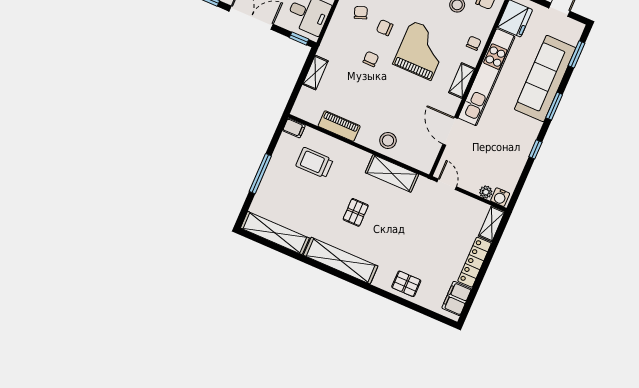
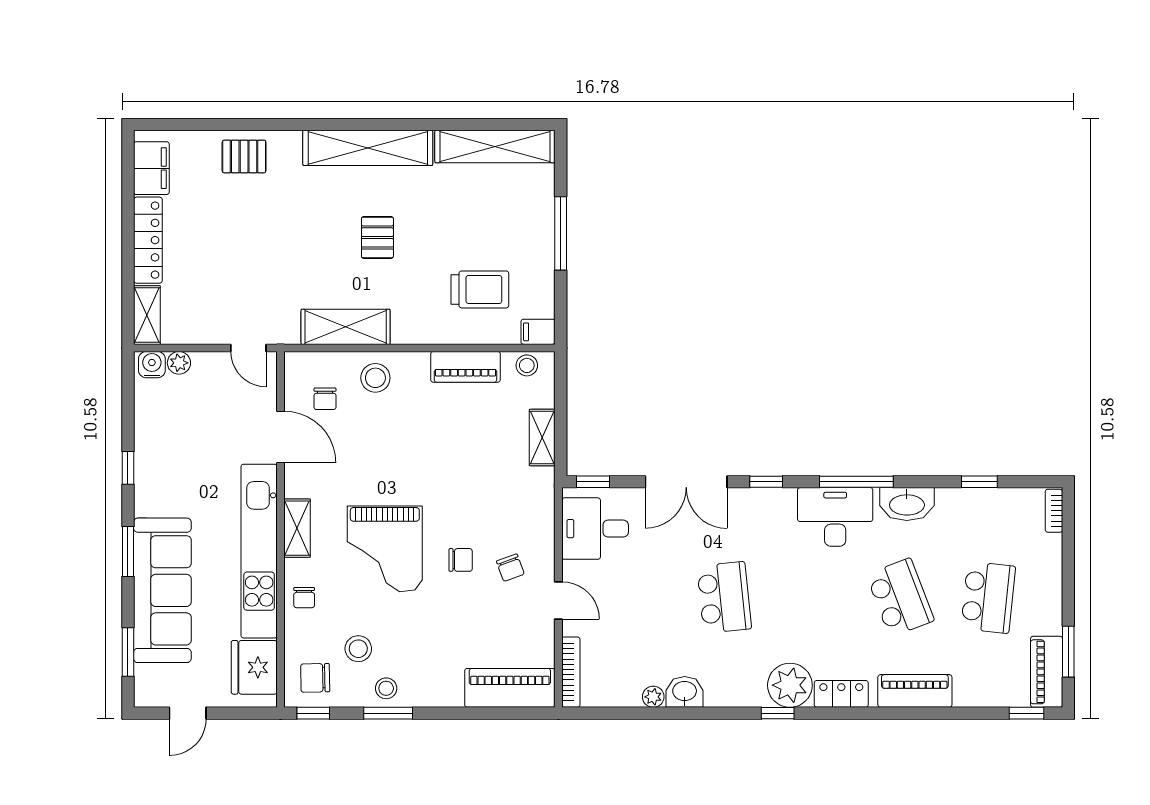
chair: (371, 59) -> (325, 399), moved
stool: (307, 113) -> (527, 365), added

